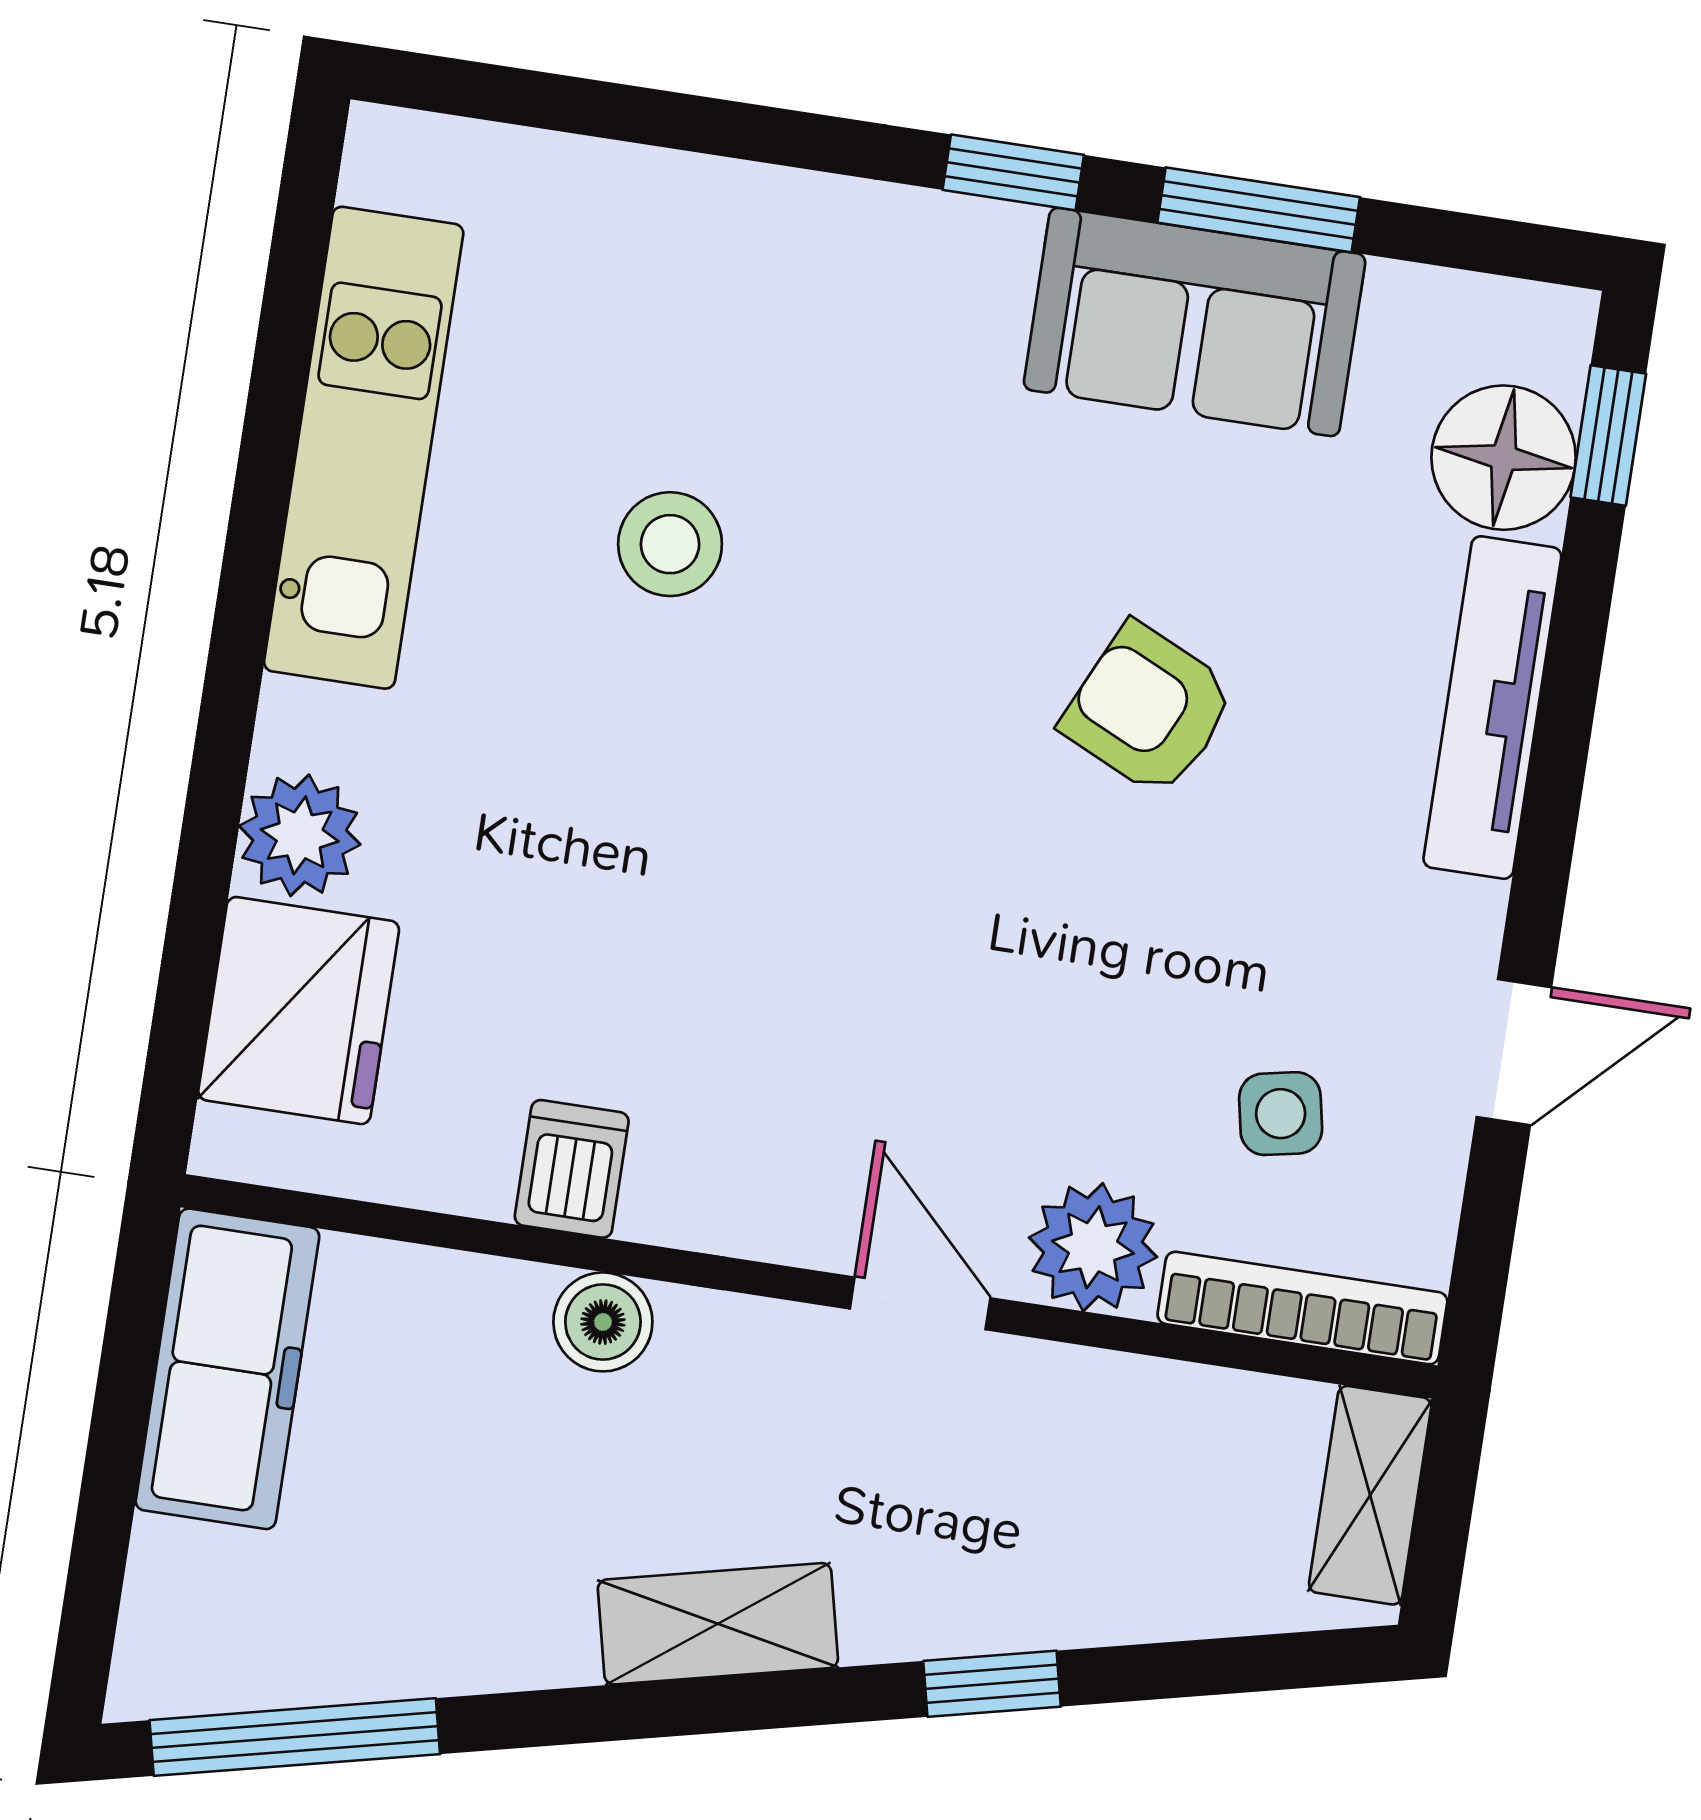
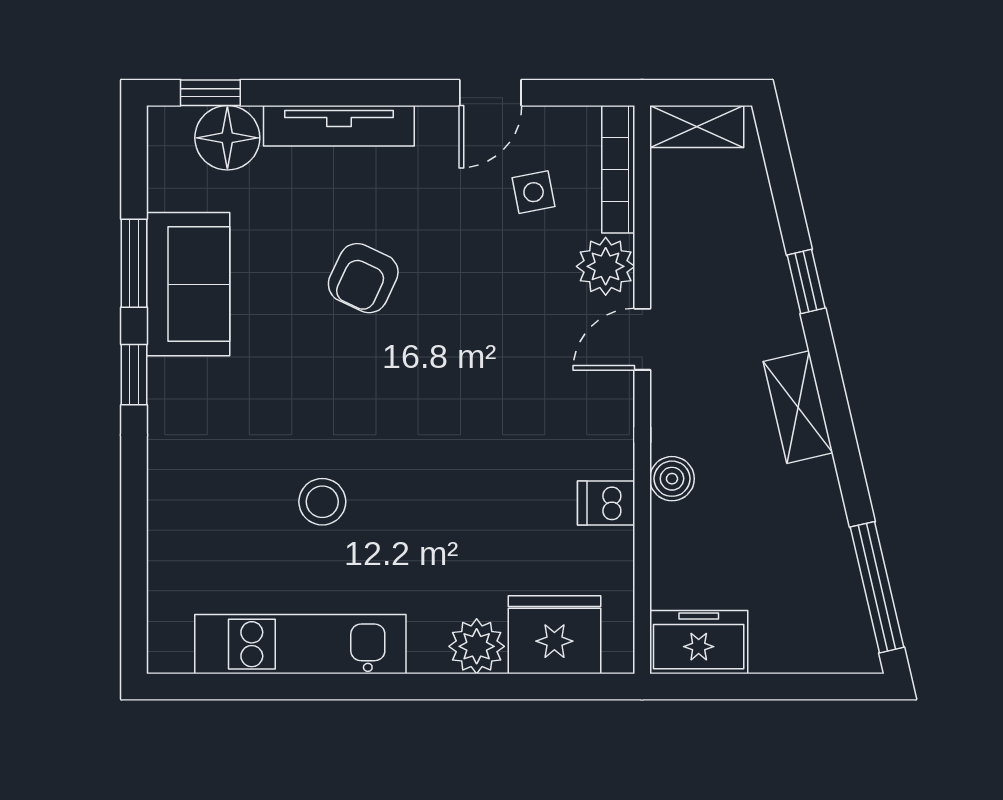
door: (1514, 1052) -> (490, 93), swing flipped
freezer: (227, 1369) -> (699, 642), width x0.71

